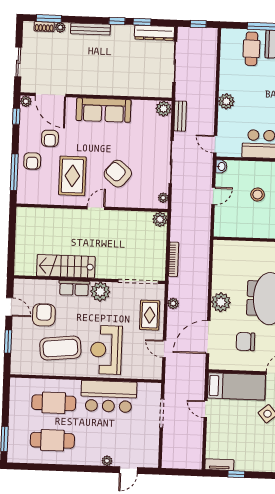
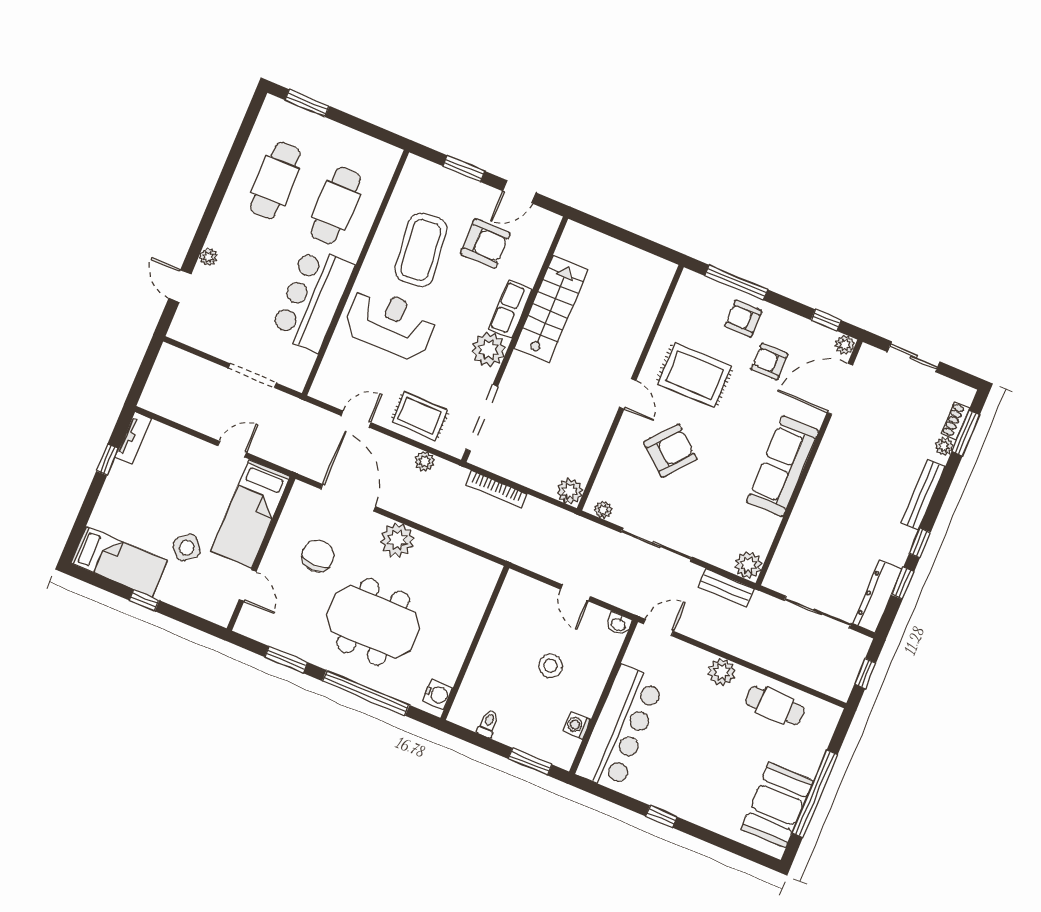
cafe table: (251, 49) -> (775, 706), moved

